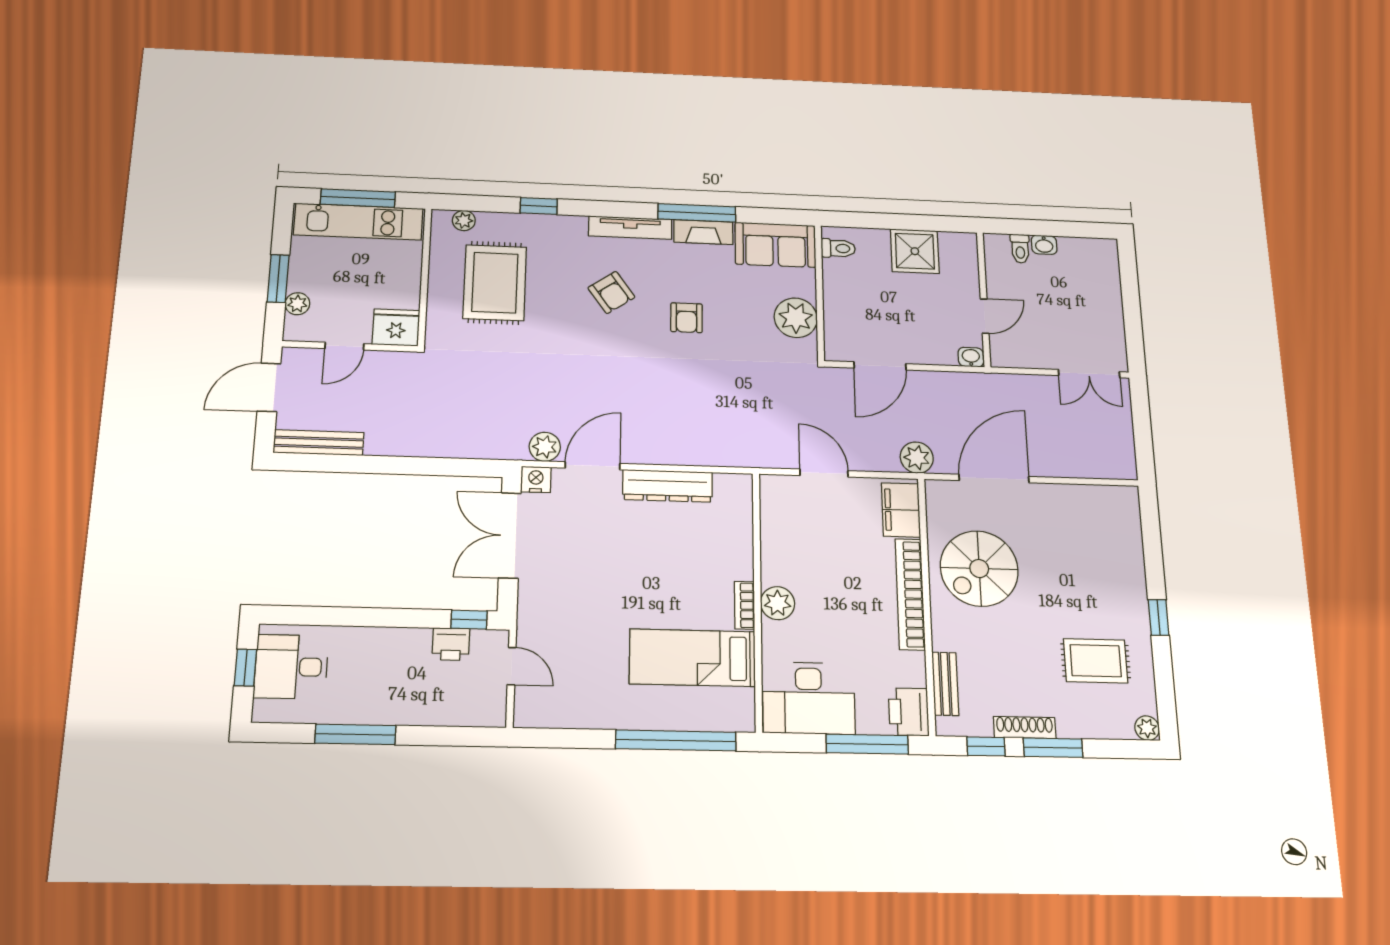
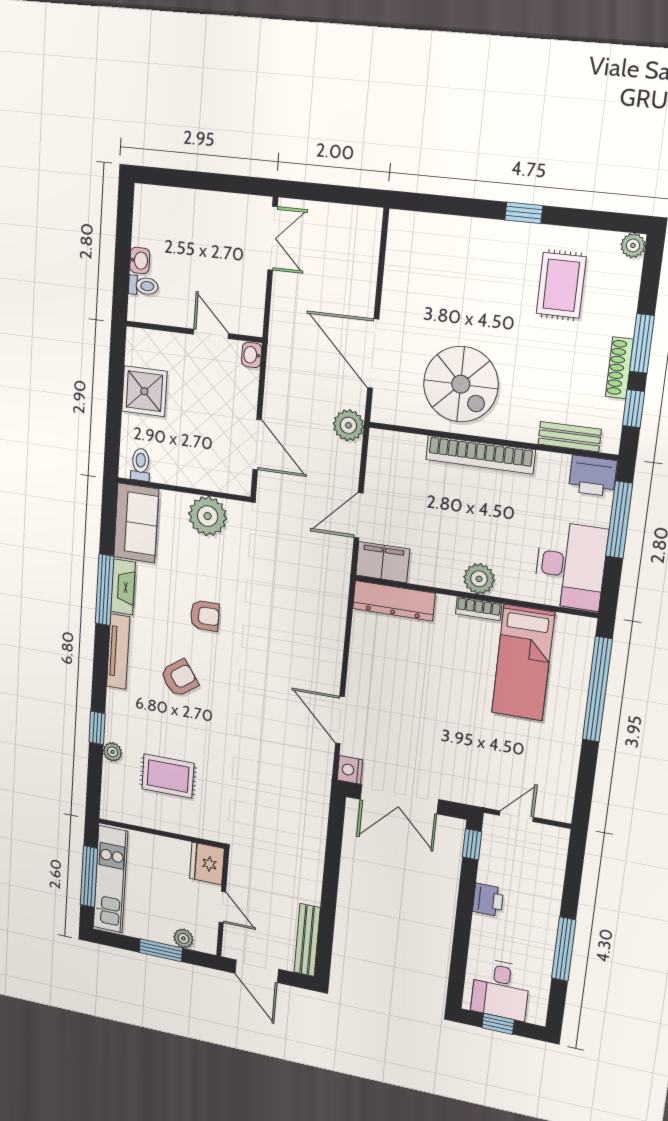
plant: (464, 221) -> (112, 752), moved
rug: (495, 283) -> (168, 776), width x0.73, depth x0.70
plant: (545, 447) -> (320, 758), removed
dresser: (668, 486) -> (394, 601), moved, turned 90
filing cabinet: (901, 510) -> (383, 562), moved, turned 180
printer: (451, 644) -> (488, 900), moved

